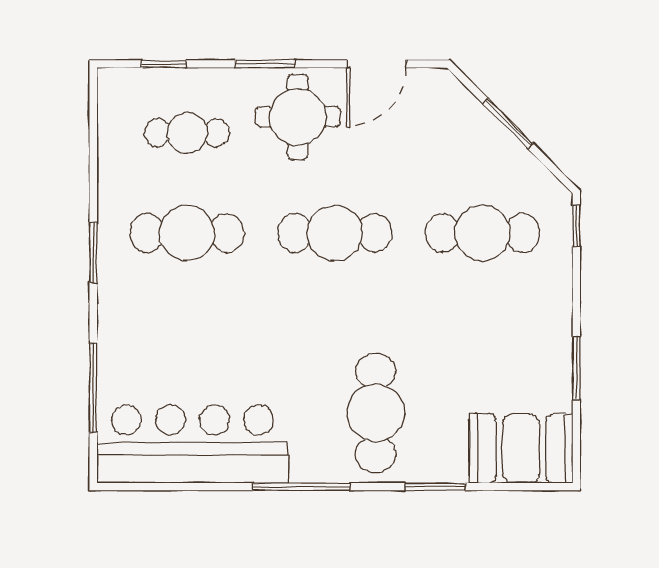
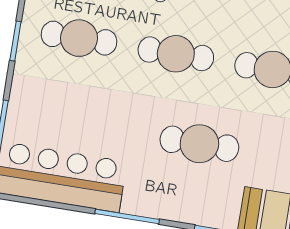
cafe table: (376, 413) -> (199, 144), moved, turned 90

